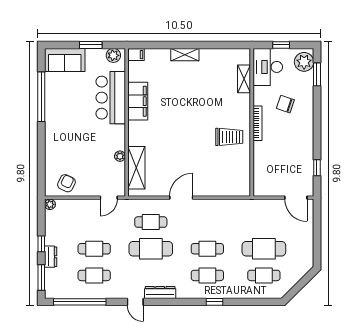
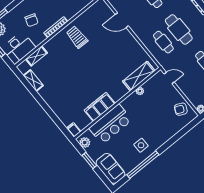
shelving: (185, 55) -> (33, 81), moved
side table: (63, 111) -> (141, 145), added
door: (181, 198) -> (122, 20), moved

